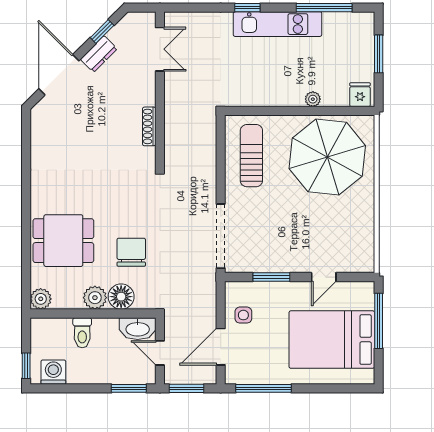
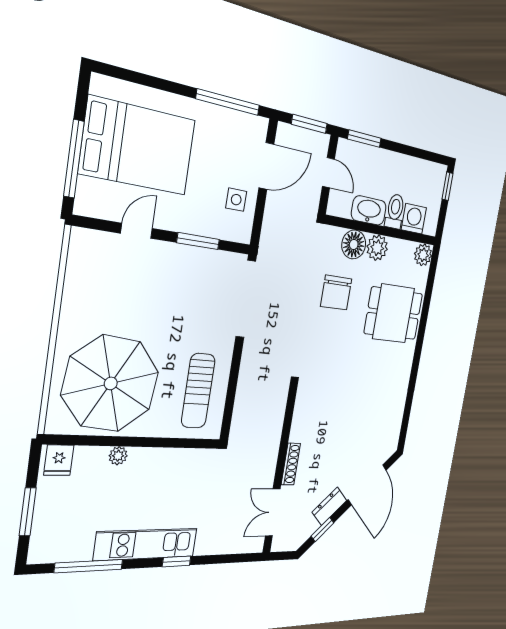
shoe rack: (149, 126) -> (291, 464), moved
washbasin: (138, 329) -> (369, 210), moved
washing machine: (53, 372) -> (414, 219), moved, turned 180

